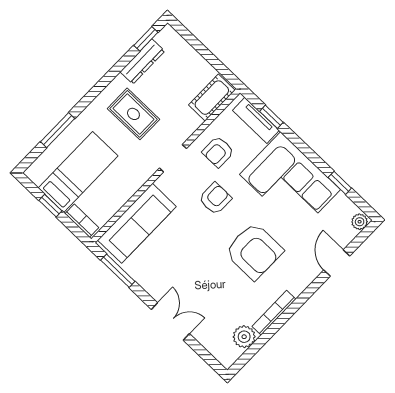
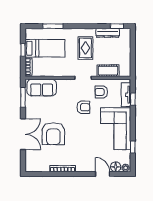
cot: (212, 98) -> (108, 71), moved
sofa: (137, 223) -> (42, 88), width x0.73
floor lamp: (344, 235) -> (116, 167), added
armchair: (254, 251) -> (53, 134), moved
door: (337, 263) -> (103, 174), hinge flipped
double door: (170, 322) -> (23, 134), width x1.37
plant: (244, 337) -> (43, 166), removed

